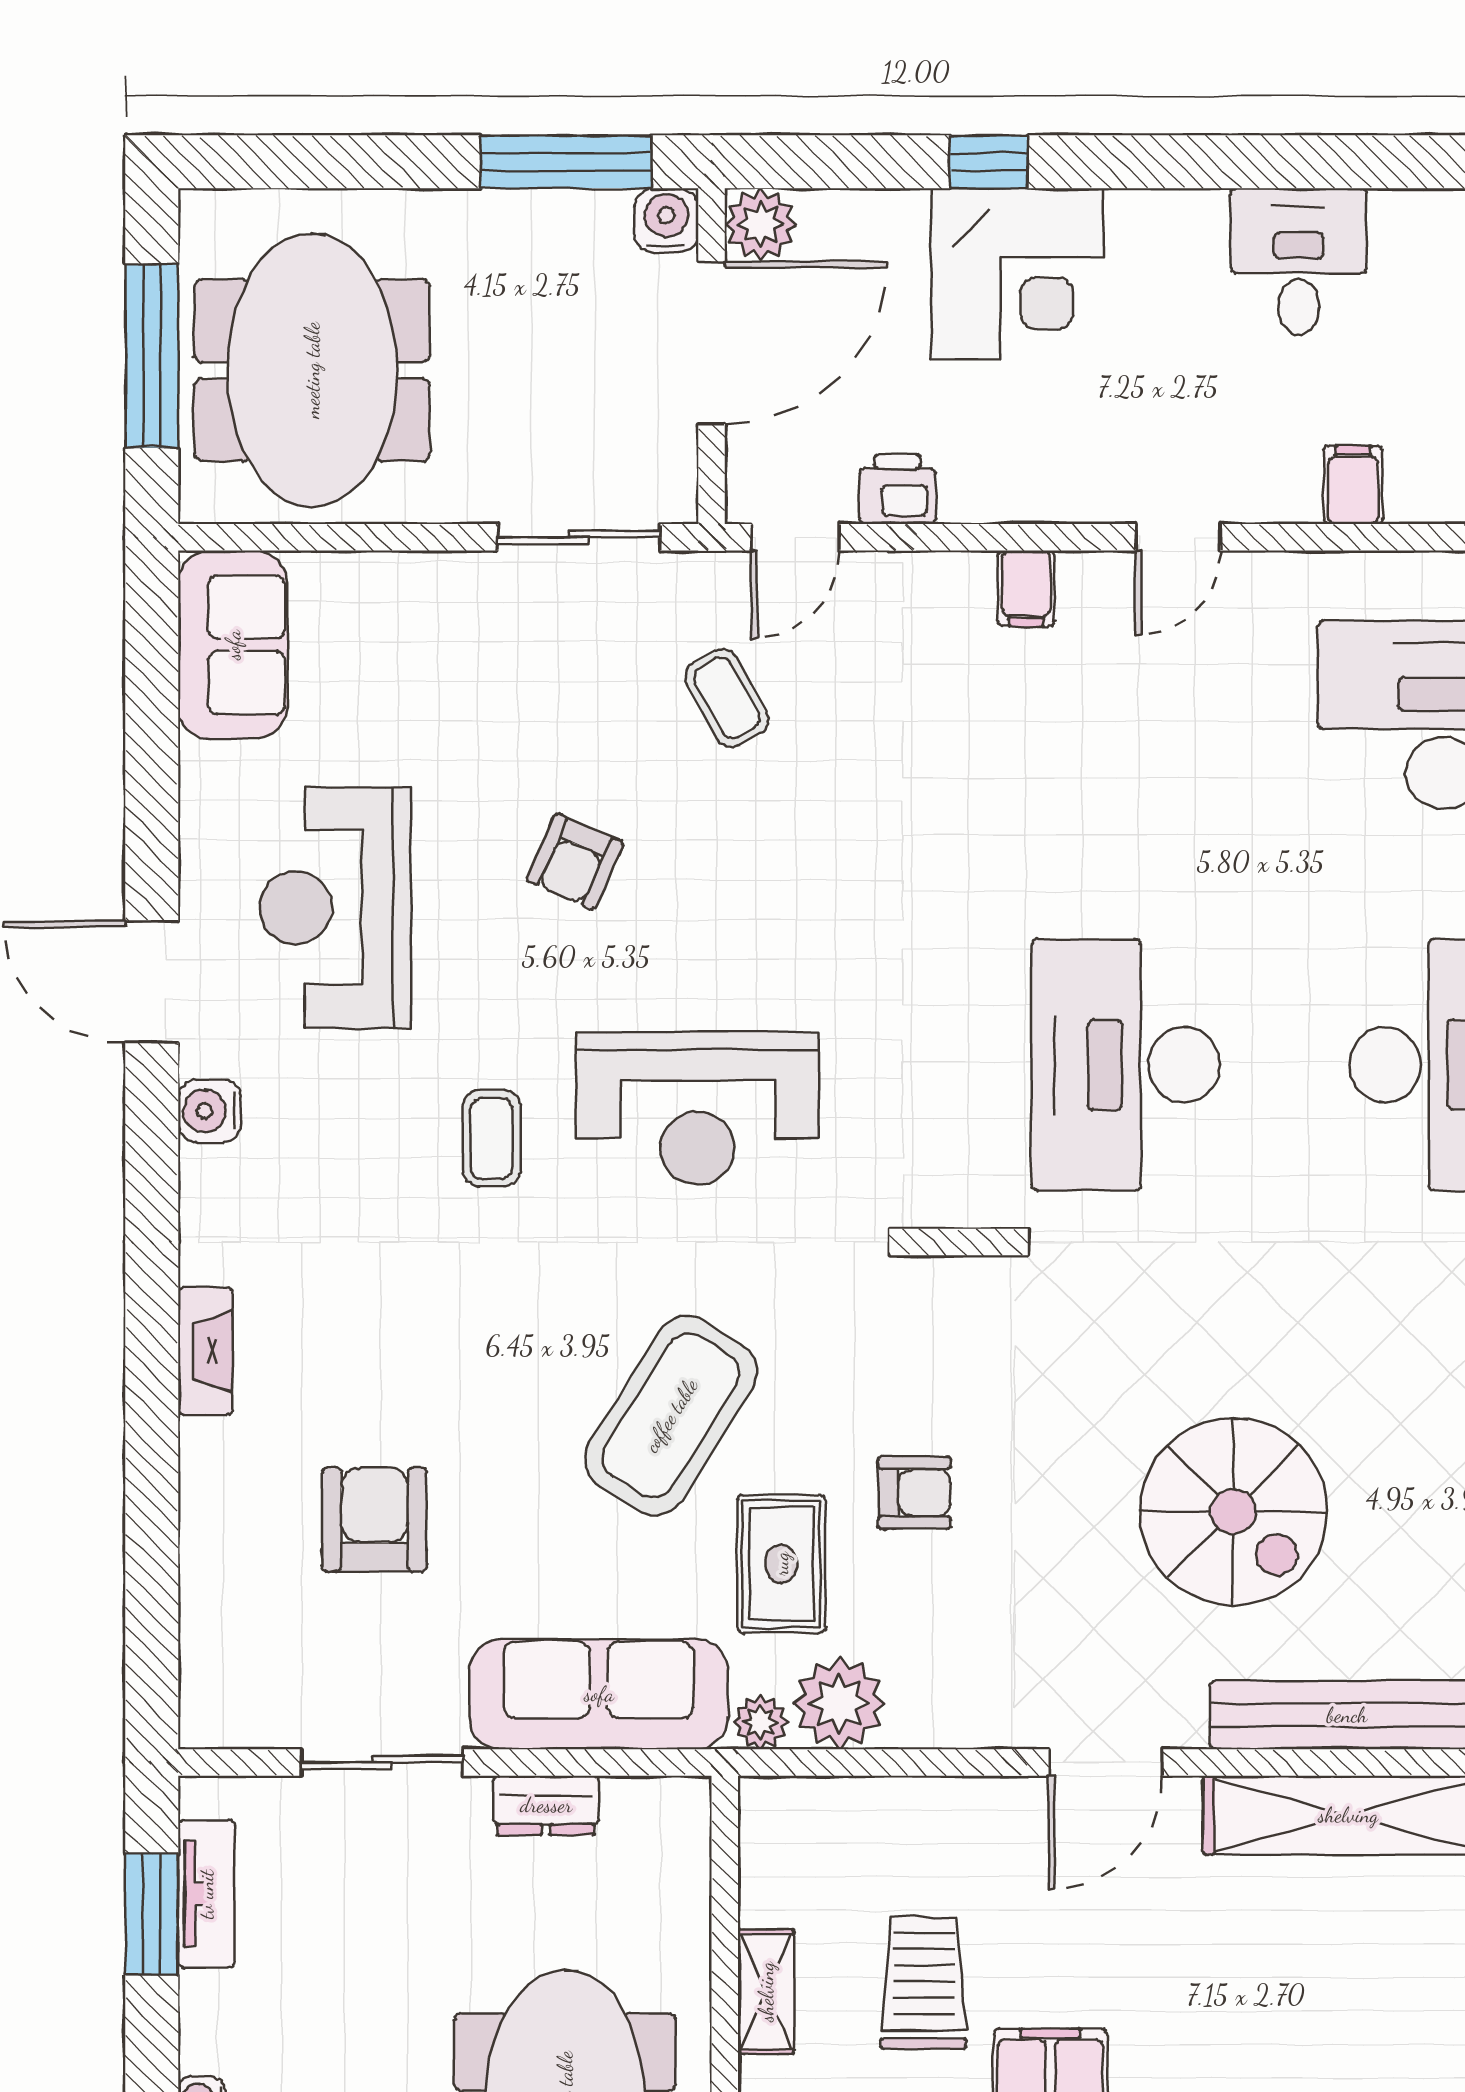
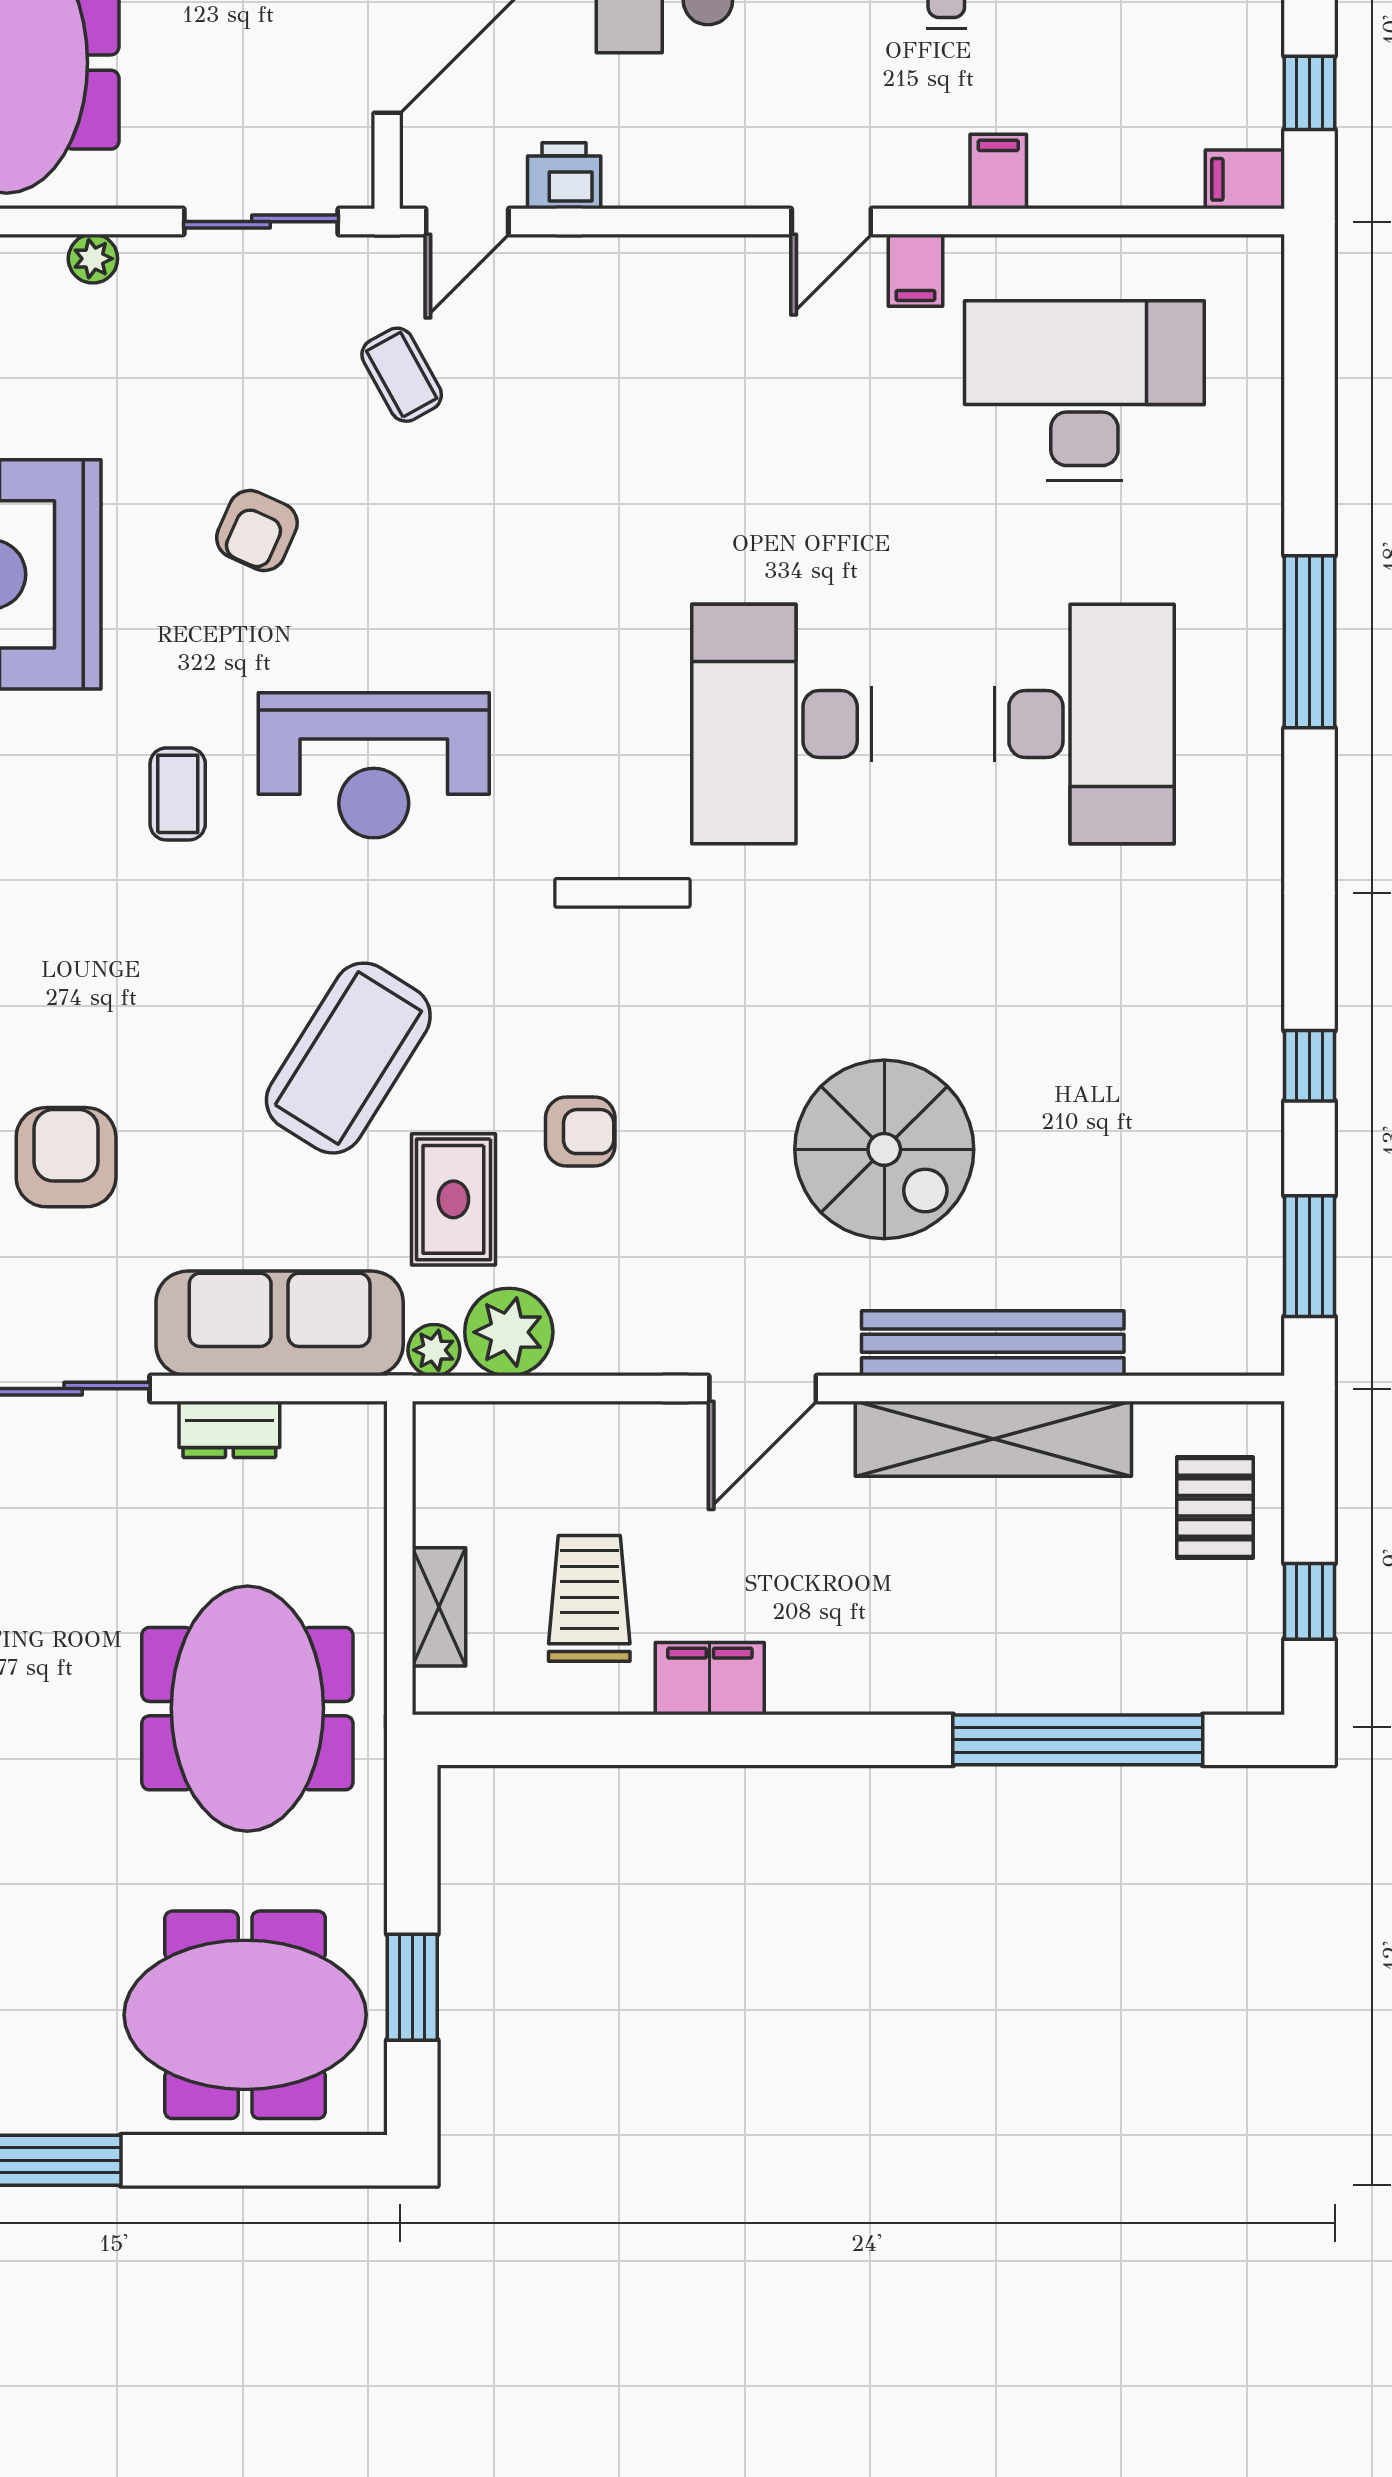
plant: (403, 576) -> (93, 259), added
filing cabinet: (1026, 588) -> (915, 270), moved

